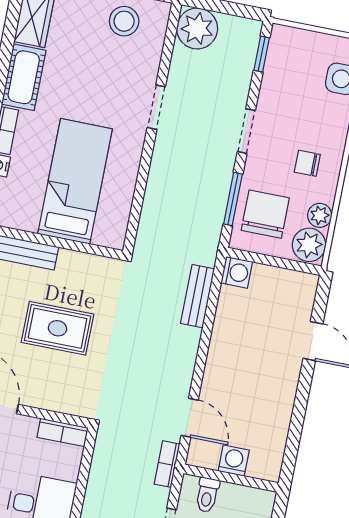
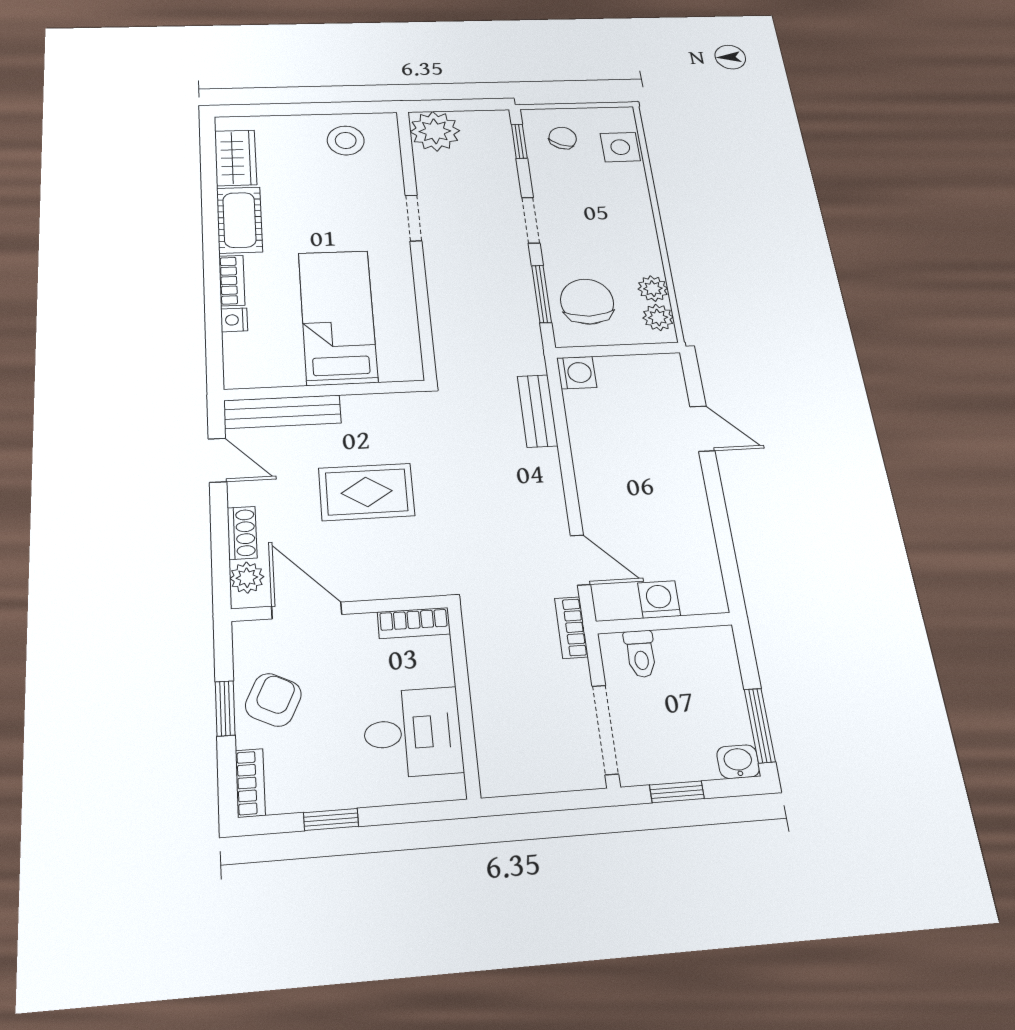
chair: (307, 163) -> (563, 138), moved, turned 113
plant: (309, 245) -> (658, 317), width x0.73, depth x0.73

